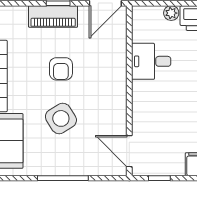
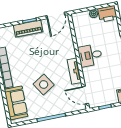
desk: (151, 61) -> (90, 55), moved
armchair: (61, 69) -> (38, 57), removed
tv unit: (118, 106) -> (74, 71), added

